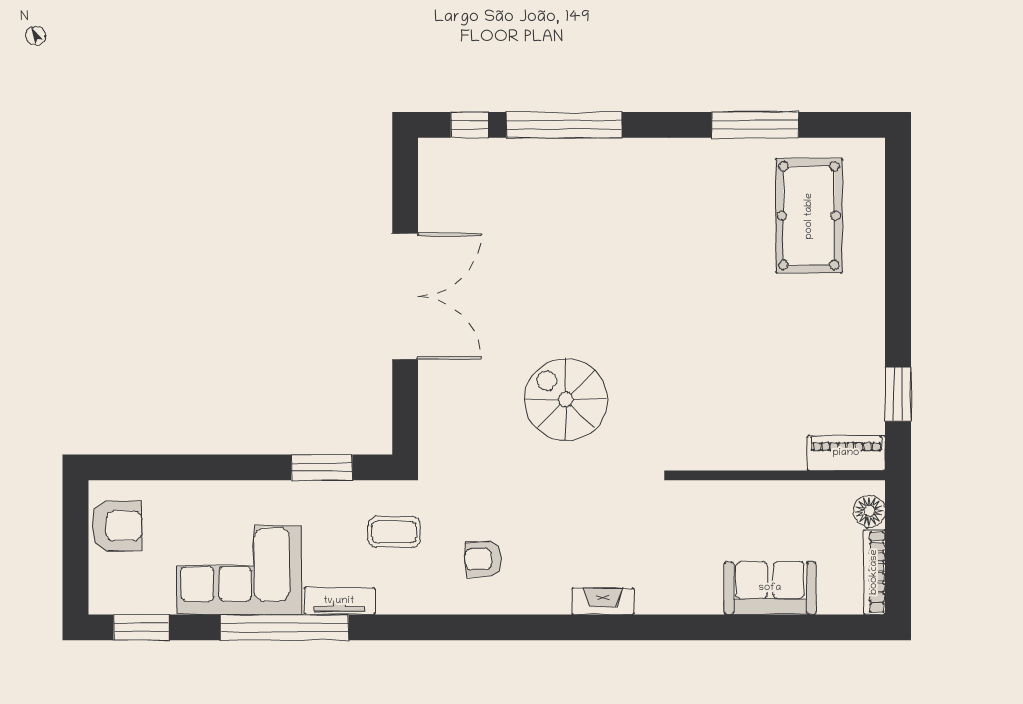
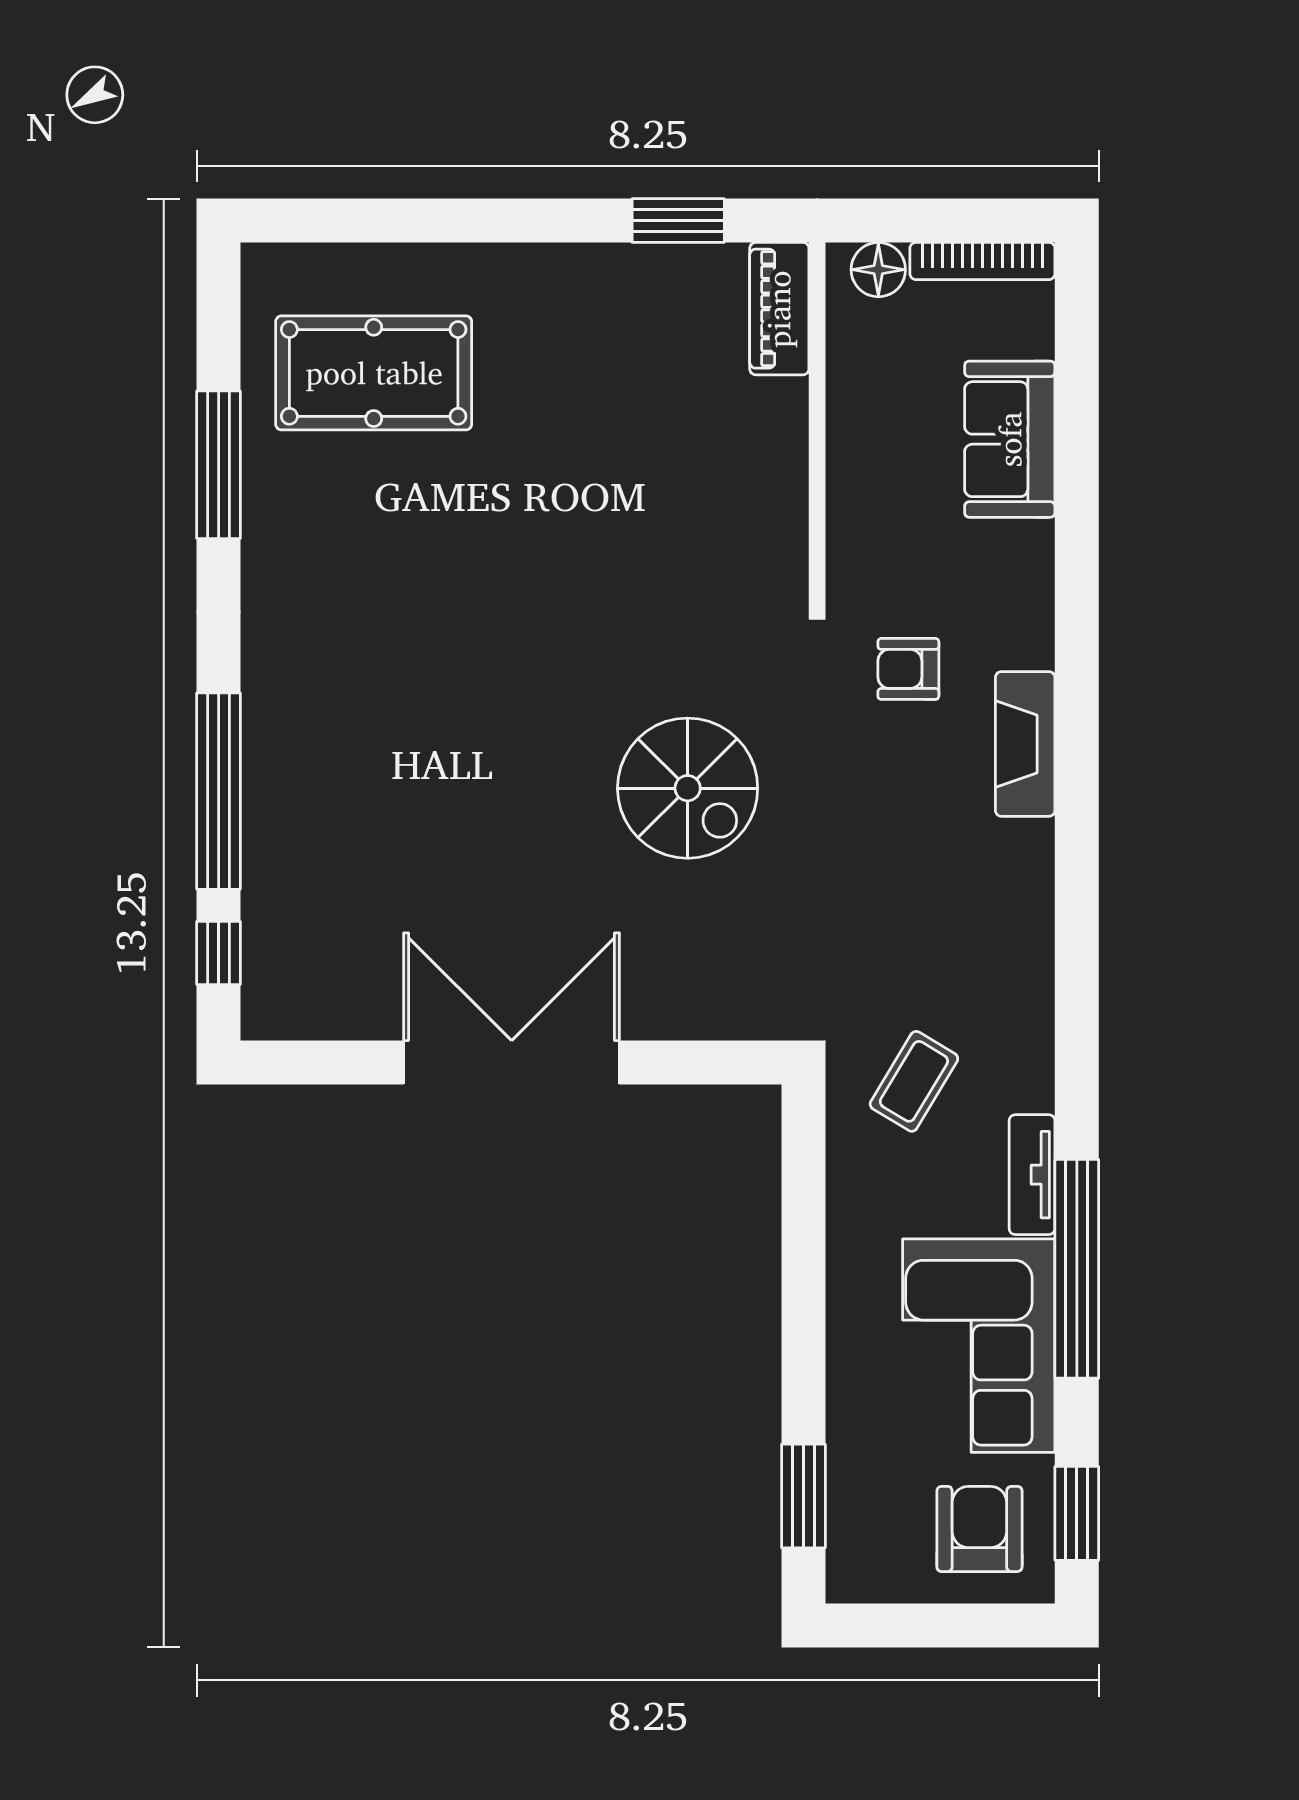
spiral stairs: (566, 399) -> (688, 788), turned -90
window: (322, 467) -> (803, 1496), moved
armchair: (117, 526) -> (979, 1529), moved
coffee table: (394, 532) -> (914, 1081), turned 31
armchair: (483, 559) -> (908, 669), moved, turned 92
fireplace: (603, 601) -> (1025, 744), width x1.37, depth x1.32

